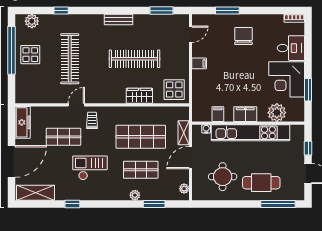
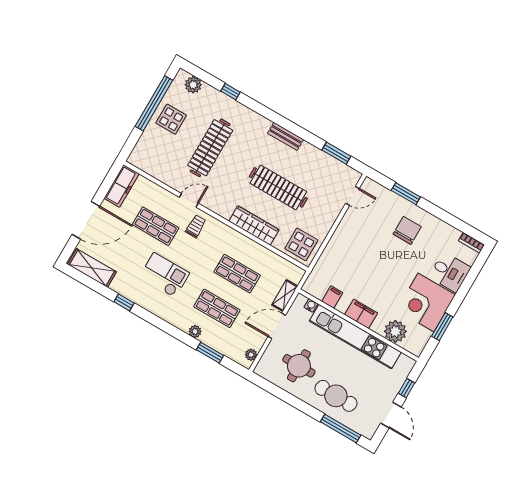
filing cabinet: (199, 63) -> (344, 232), removed
wardrobe: (139, 96) -> (254, 225), width x1.50
shop shelf: (141, 137) -> (237, 274), width x0.70, depth x0.74

